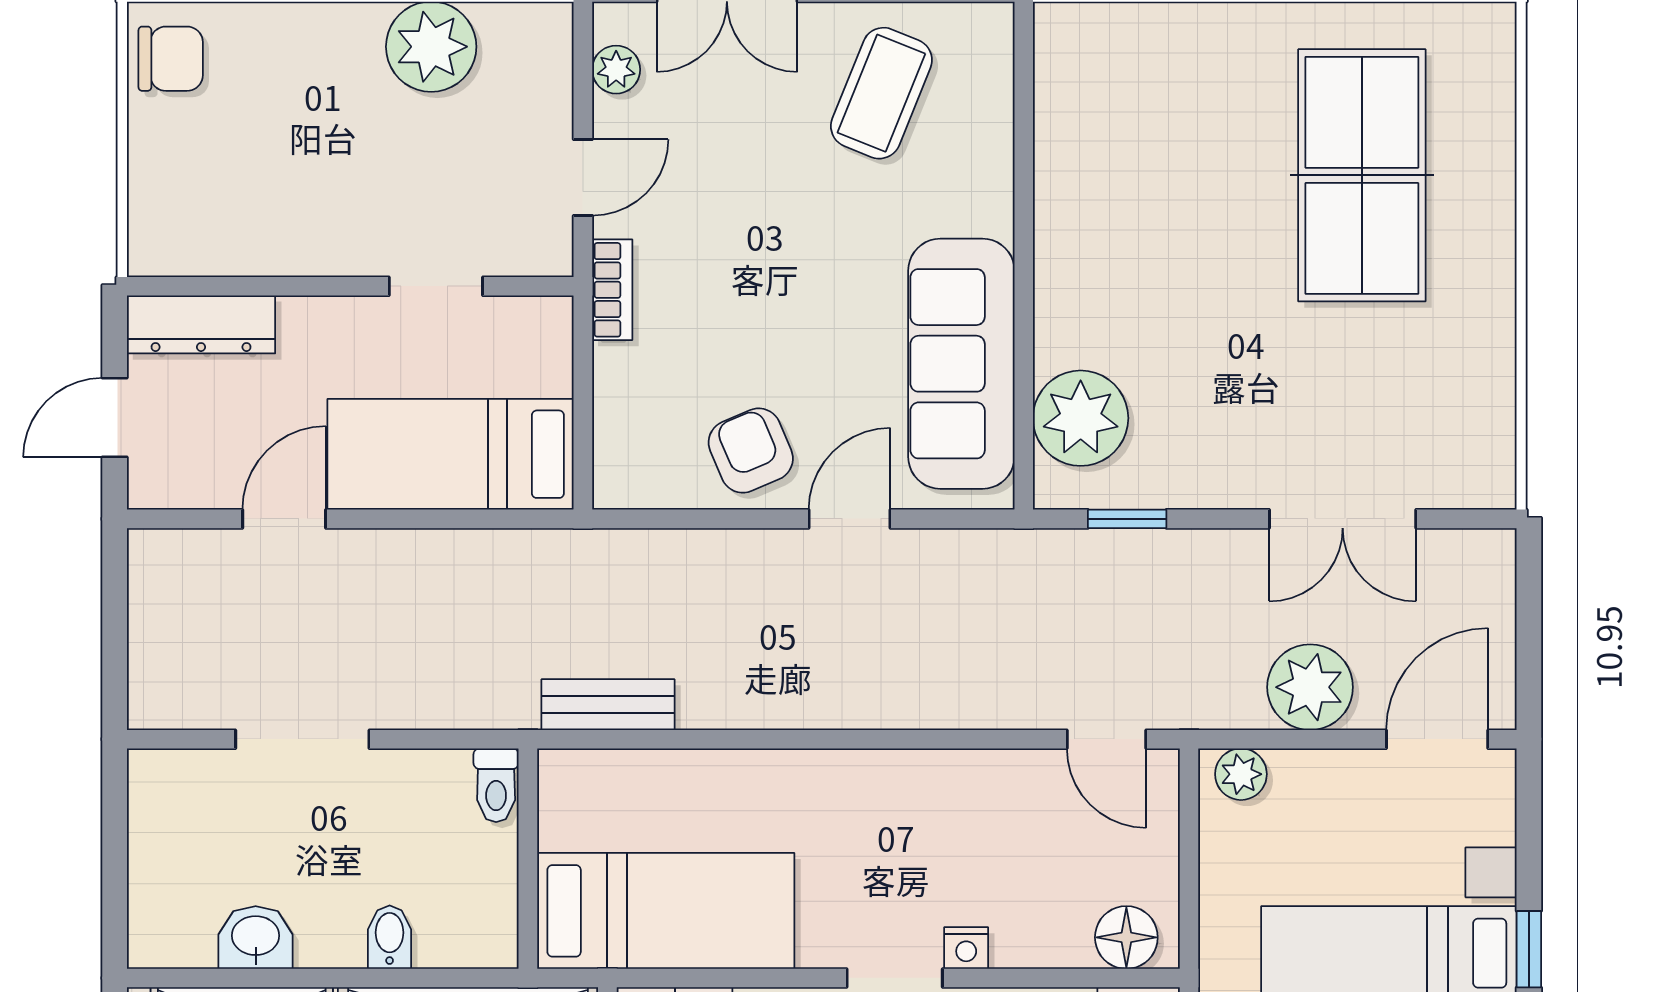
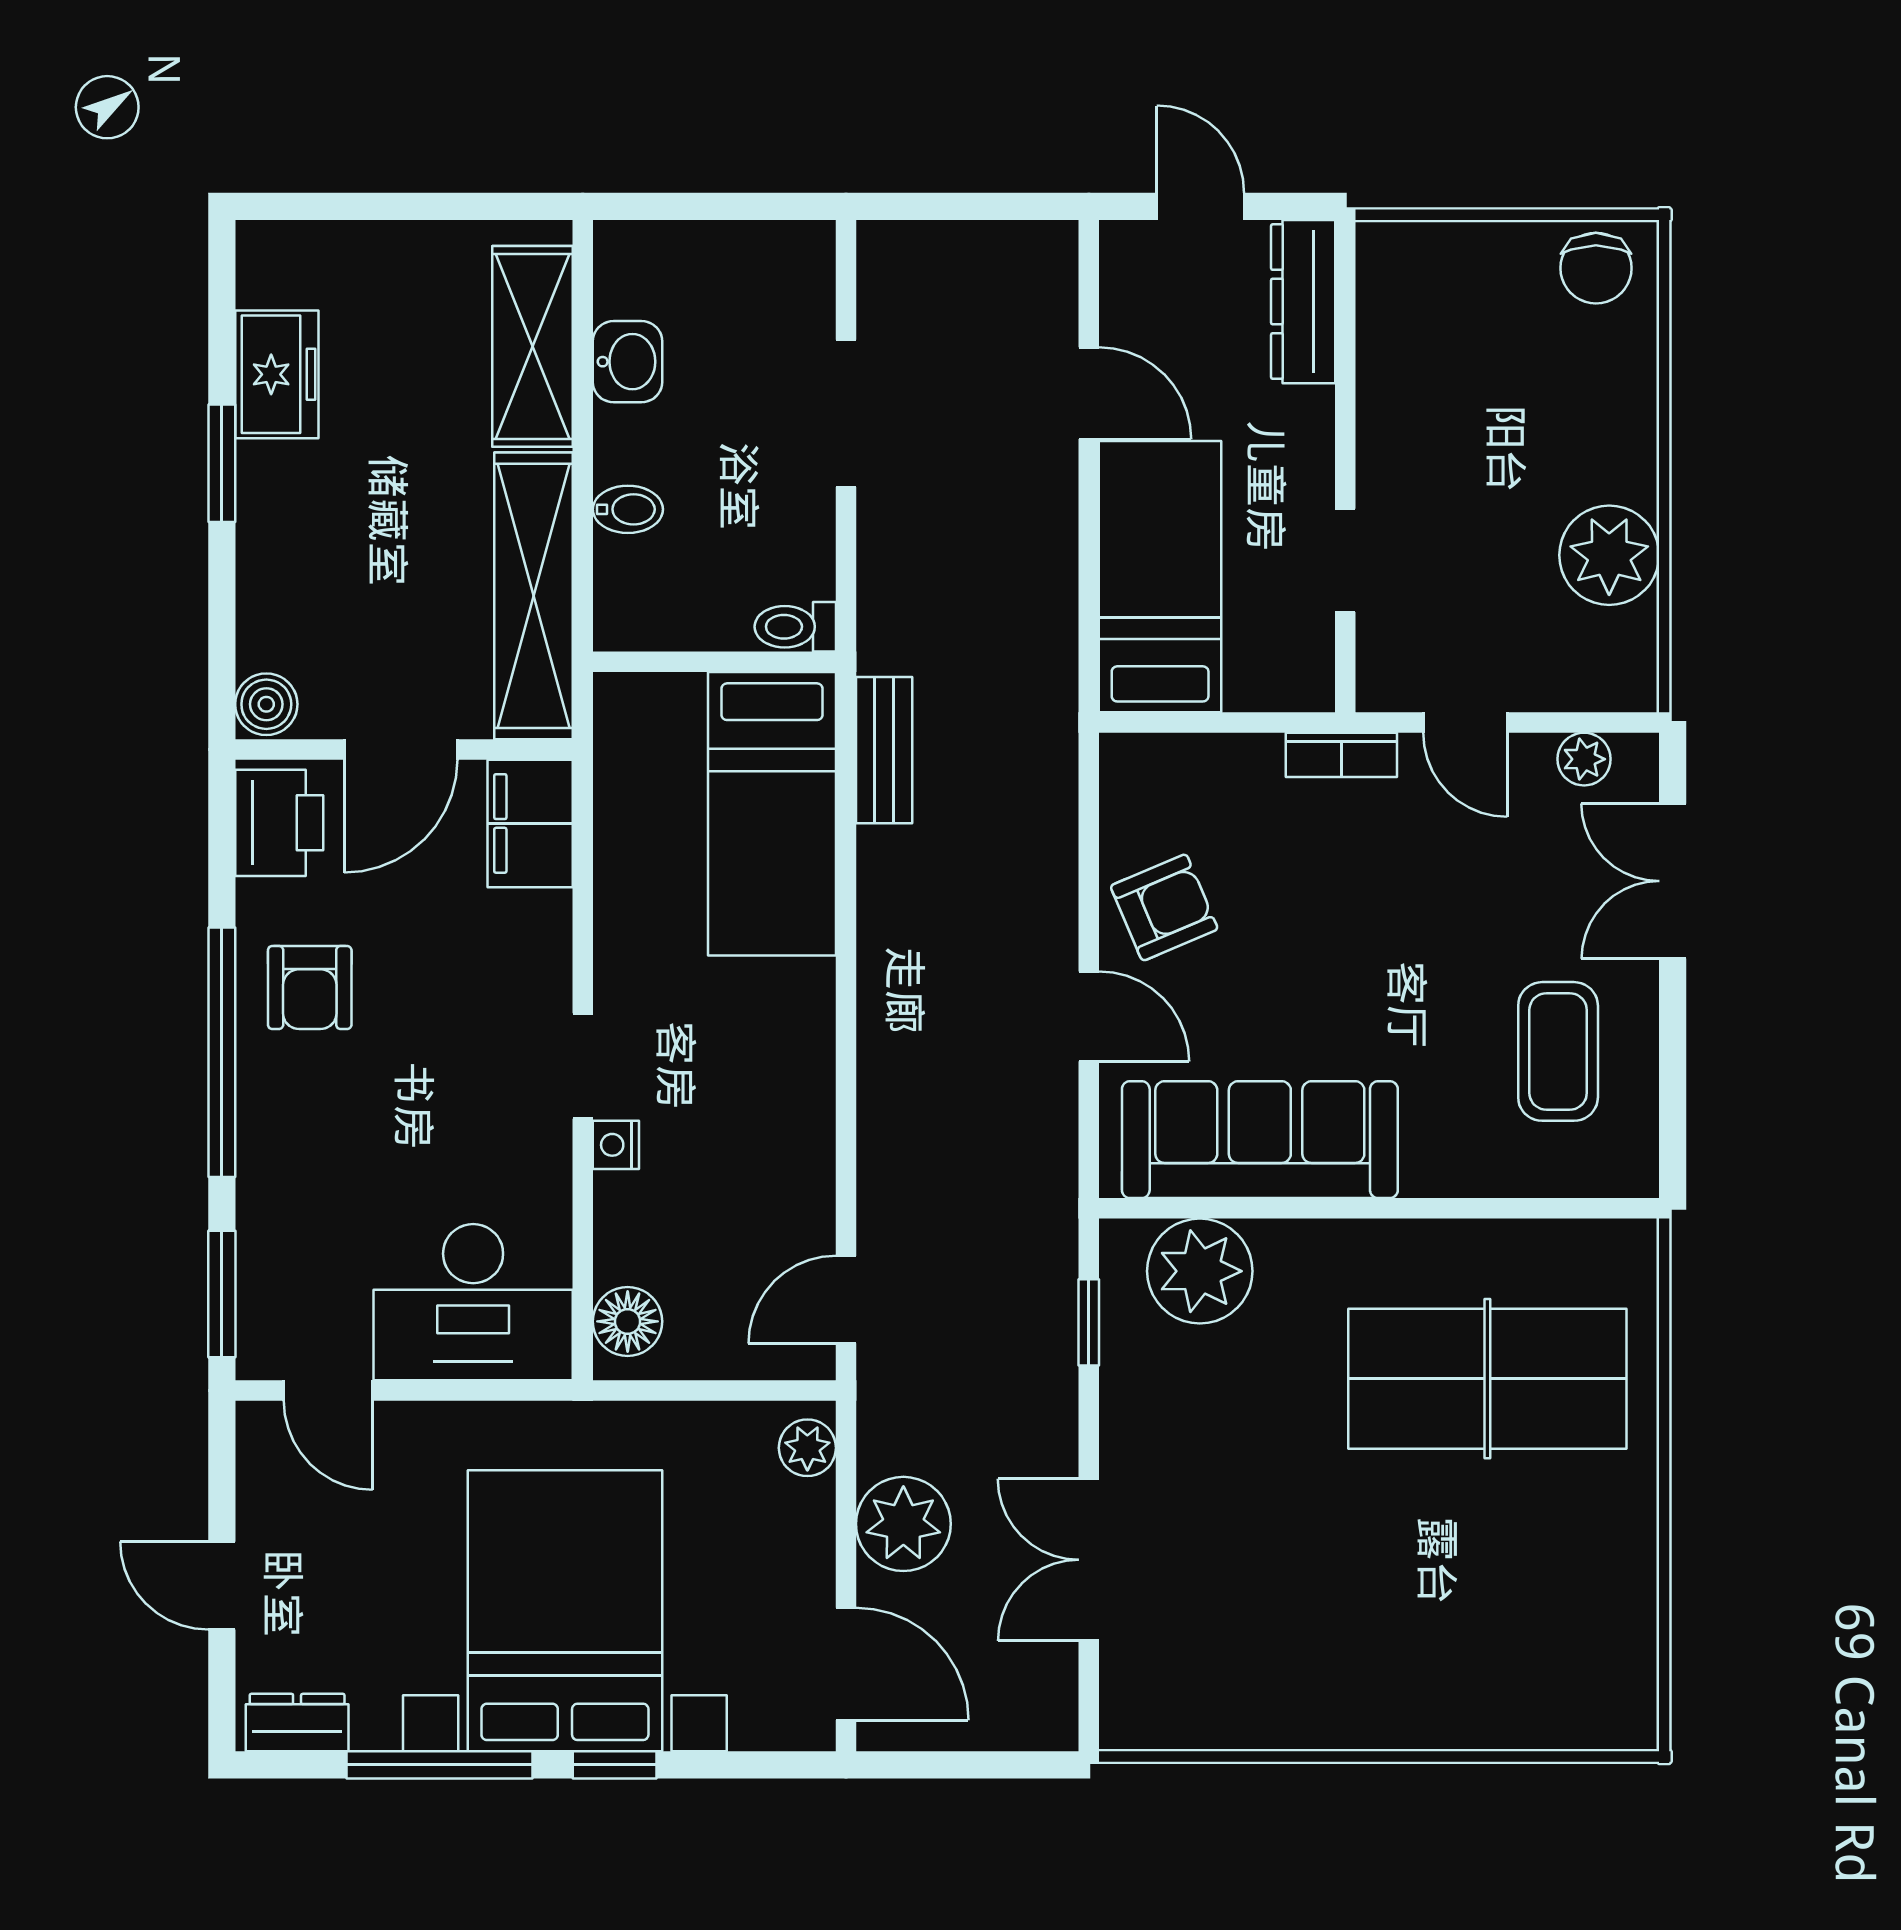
coffee table: (881, 93) -> (1558, 1051), turned 68
table tennis table: (1362, 175) -> (1487, 1379), moved
bed: (666, 911) -> (772, 814), moved

